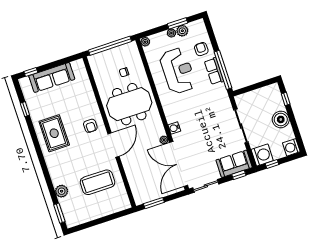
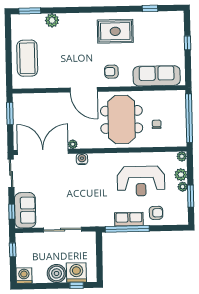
plant: (182, 31) -> (181, 175), moved
window: (31, 72) -> (187, 43), moved
sofa: (52, 77) -> (157, 76), moved, turned 90
washing machine: (262, 155) -> (76, 273), moved, turned 180
coffee table: (97, 182) -> (27, 58), moved

